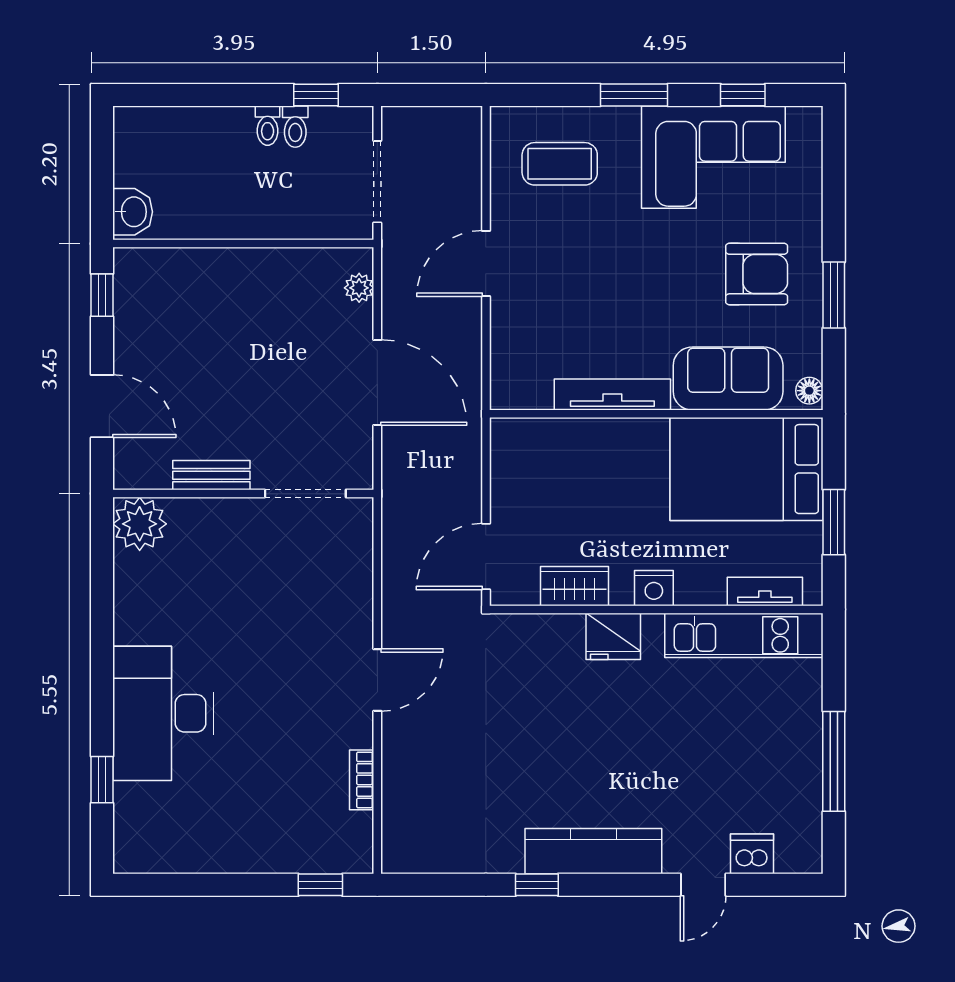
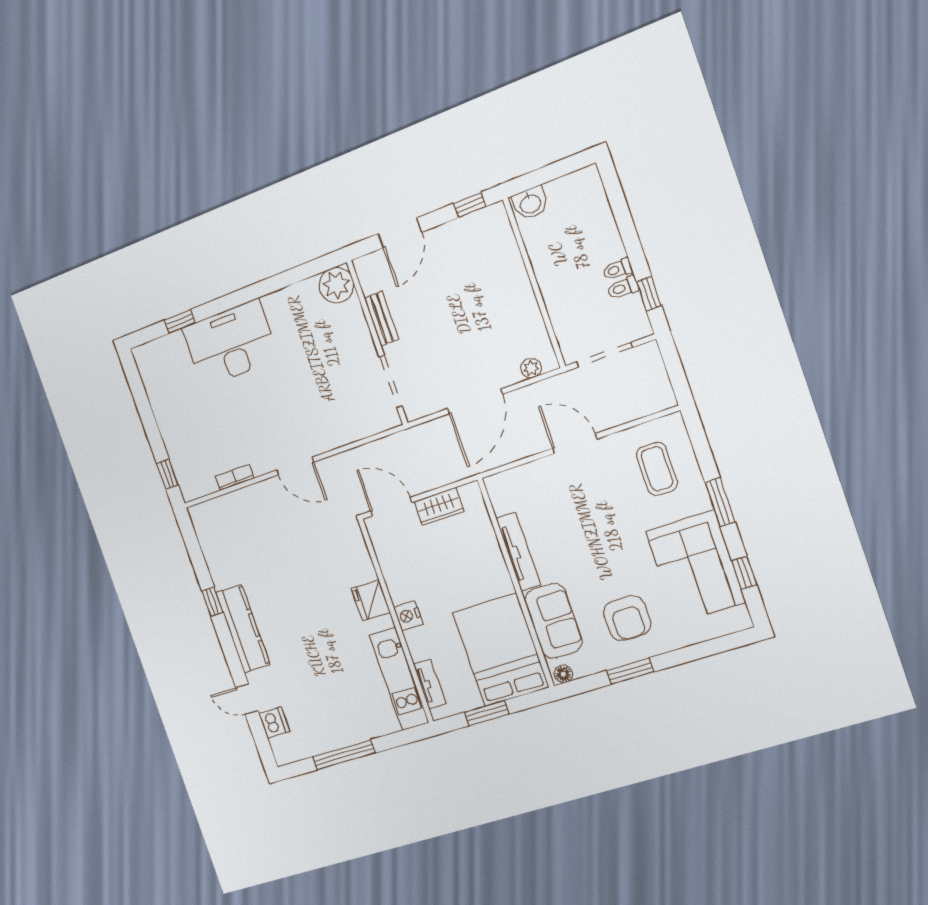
wardrobe: (575, 586) -> (439, 506), moved, turned 90

